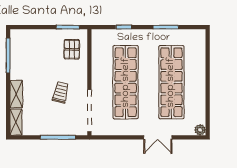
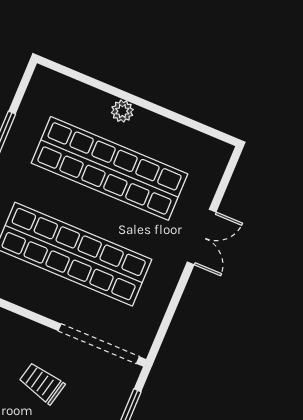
plant: (200, 130) -> (122, 111), moved

